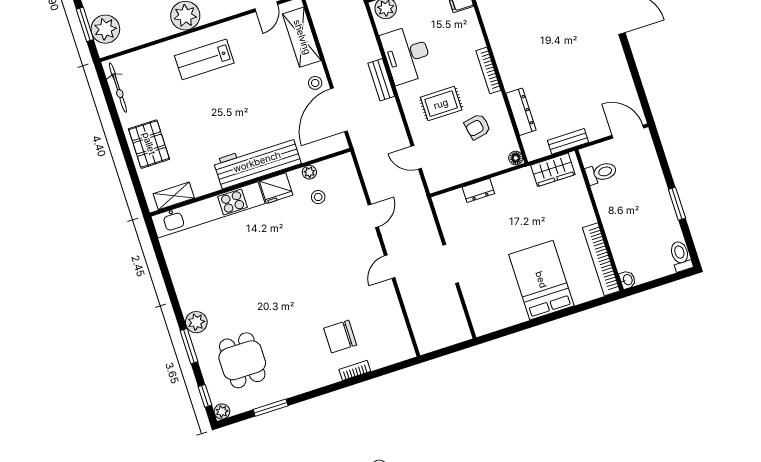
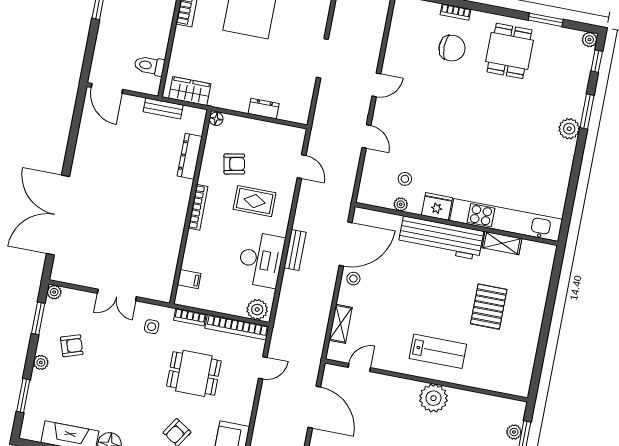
plant: (105, 29) -> (514, 432), width x0.53, depth x0.53
shelving: (302, 37) -> (341, 324), width x0.67, depth x0.75
bicycle: (118, 88) -> (526, 368), removed
pallet: (149, 144) -> (489, 307), moved
shelving: (174, 196) -> (502, 243), moved
door: (373, 216) -> (366, 136), swing flipped
dining table: (242, 360) -> (509, 51), moved

